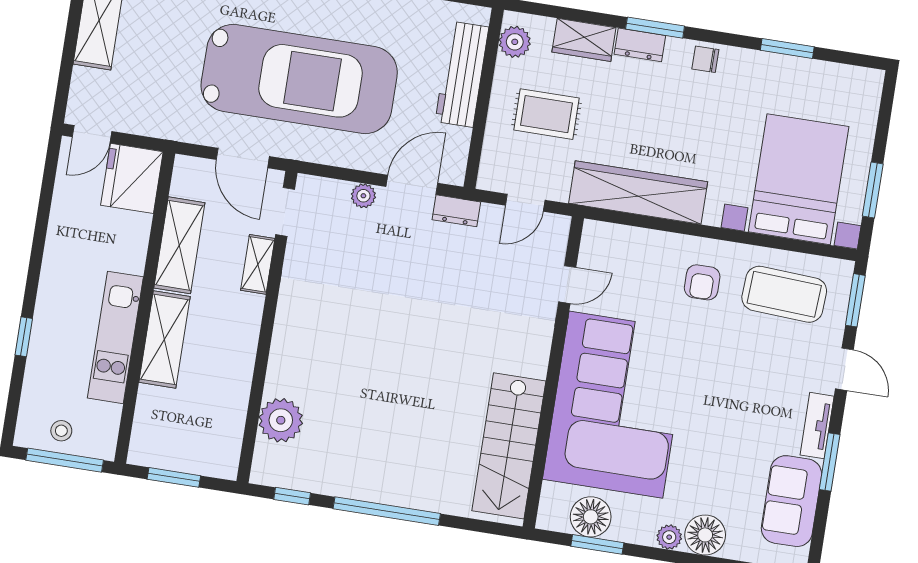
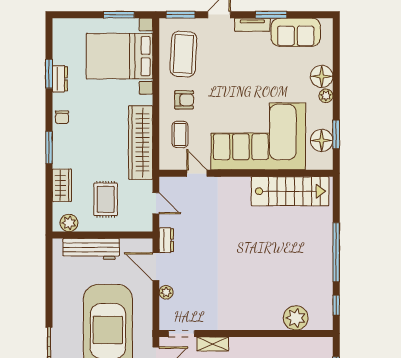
dresser: (640, 45) -> (60, 79), moved
coffee table: (641, 265) -> (180, 134), added

